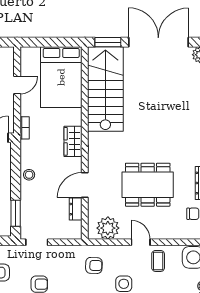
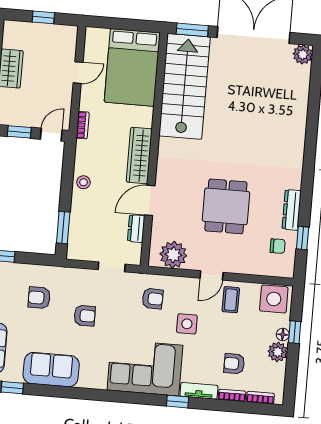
wardrobe: (73, 141) -> (139, 156), width x1.50
dining table: (148, 185) -> (226, 206), width x0.73
doorway: (37, 242) -> (112, 267), moved
door: (141, 242) -> (212, 275), swing flipped

